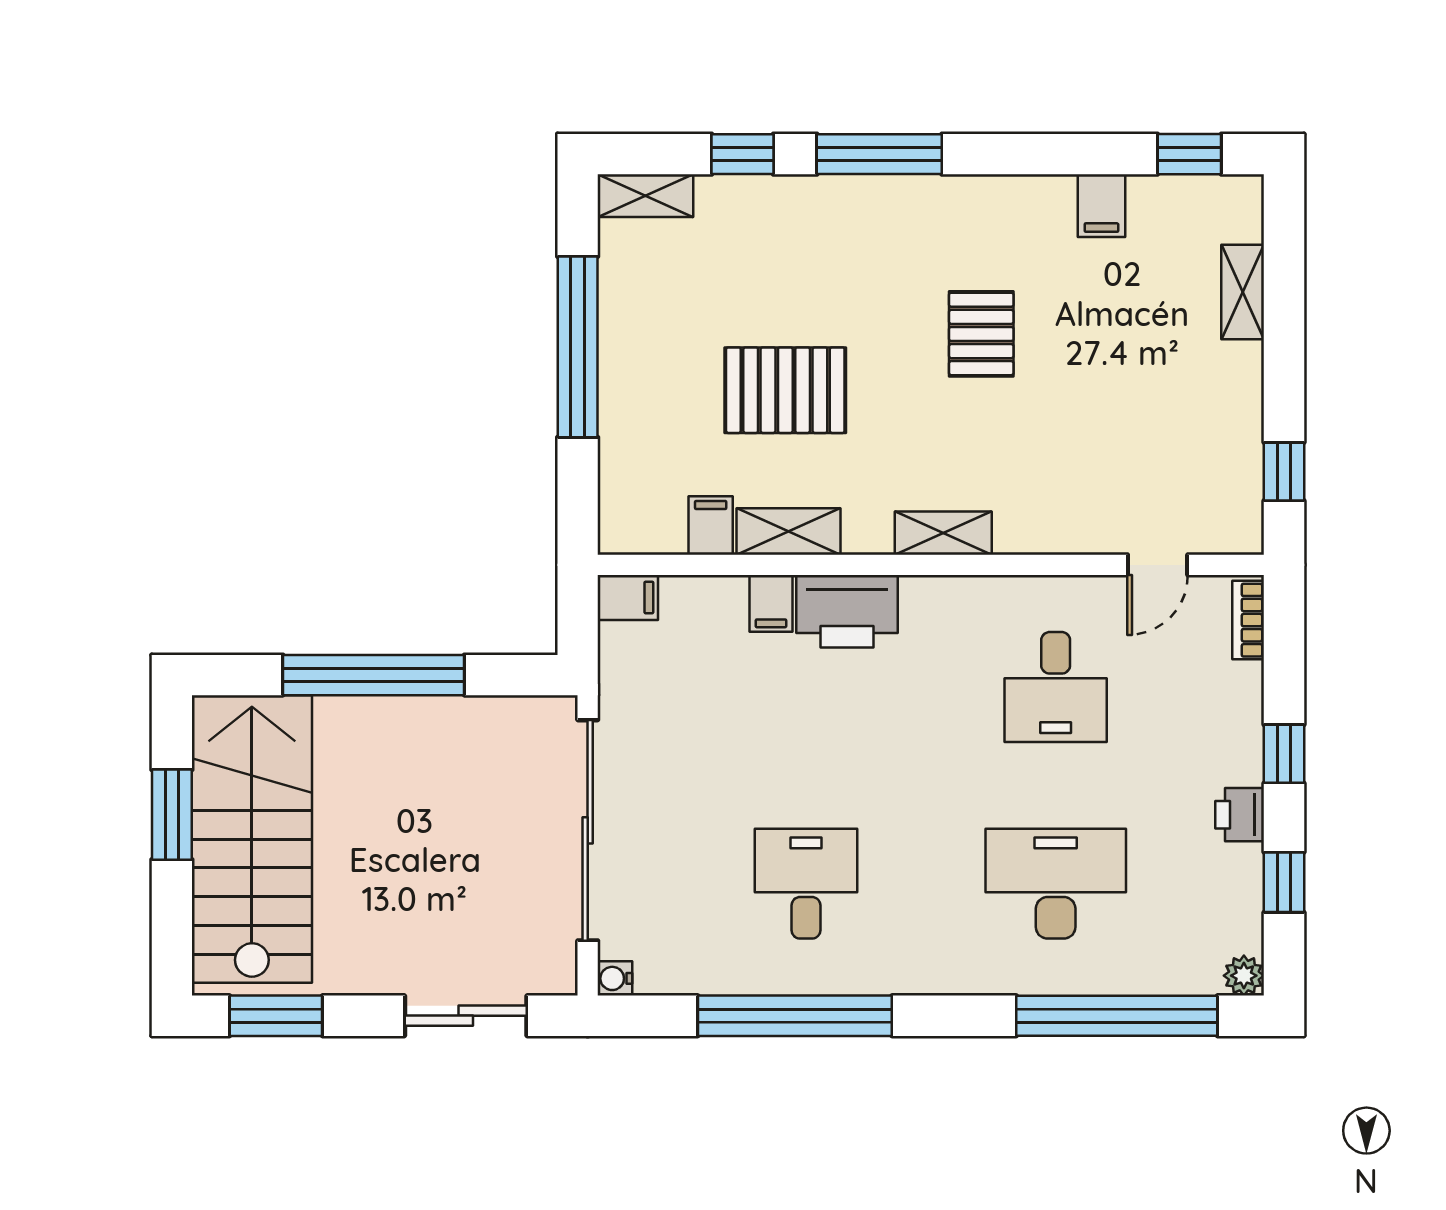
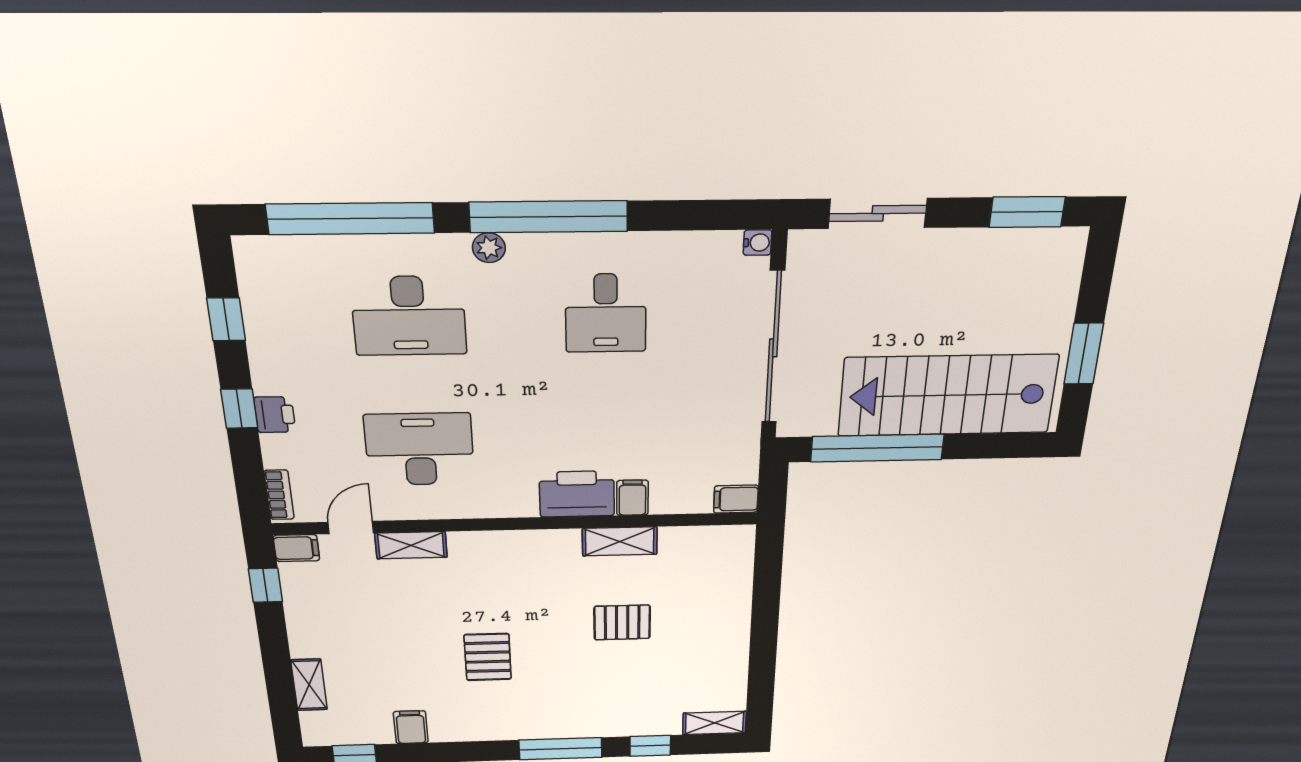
window: (578, 347) -> (764, 642), removed
pallet: (785, 390) -> (622, 622), width x0.67, depth x0.71
filing cabinet: (711, 525) -> (296, 548), moved, turned -90
shelving: (943, 533) -> (411, 545), moved
window: (374, 675) -> (877, 448), moved
desk: (1056, 687) -> (419, 449), width x1.37
printer: (1240, 815) -> (275, 415), moved
stairs: (252, 839) -> (948, 395), moved, turned 90
plant: (1244, 976) -> (489, 248), moved
window: (795, 1016) -> (549, 217), moved

